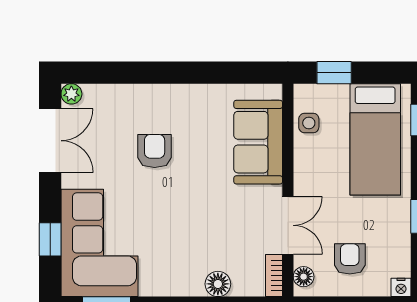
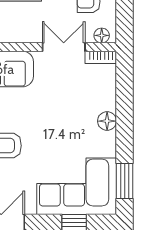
floor lamp: (218, 284) -> (107, 121), moved

